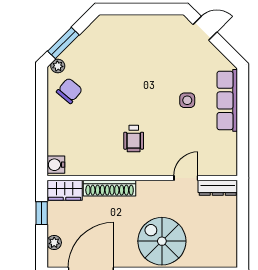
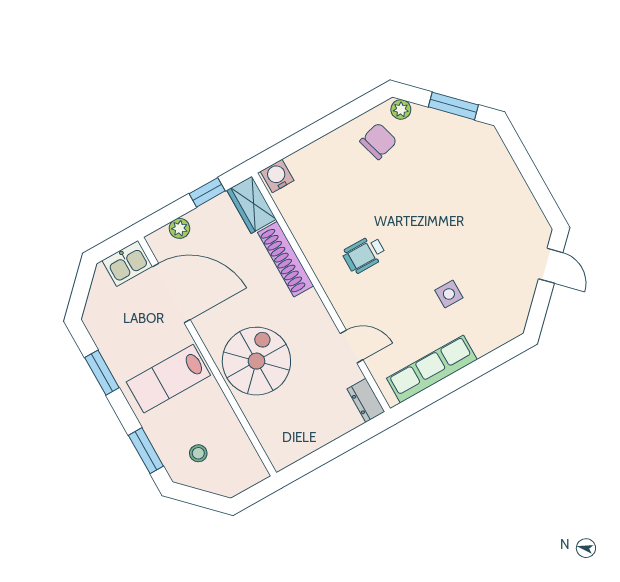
window: (63, 43) -> (453, 106), moved
chair: (69, 91) -> (378, 141), turned -56
row of seats: (227, 100) -> (432, 369), moved
dresser: (218, 188) -> (366, 400), width x0.70

